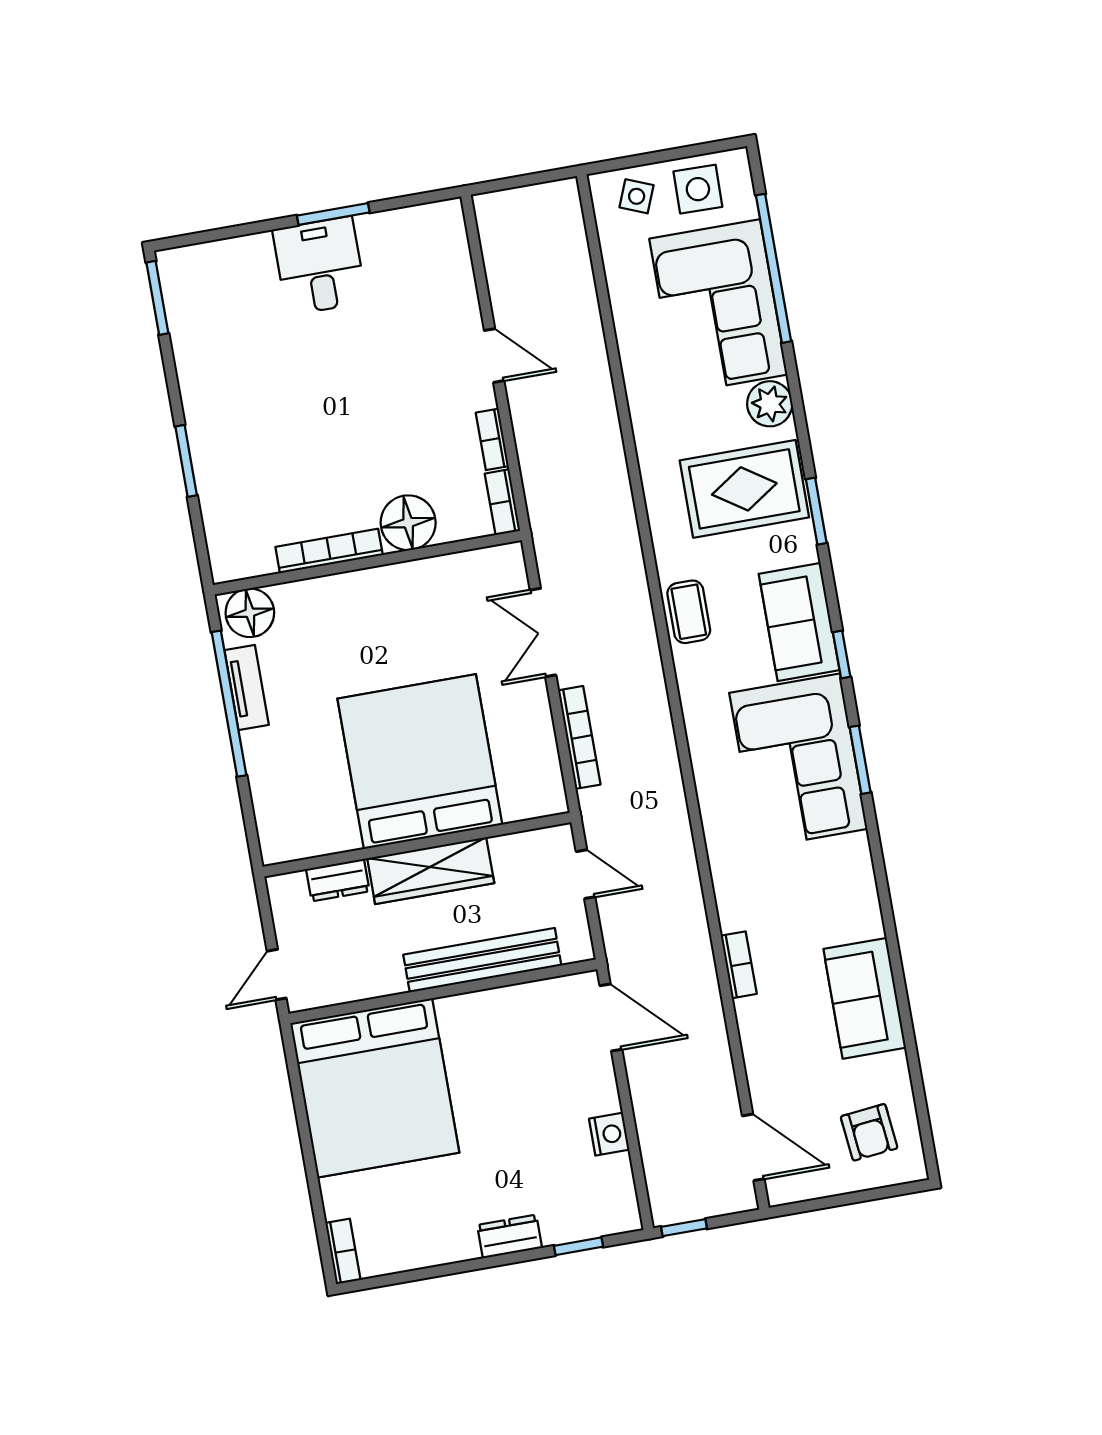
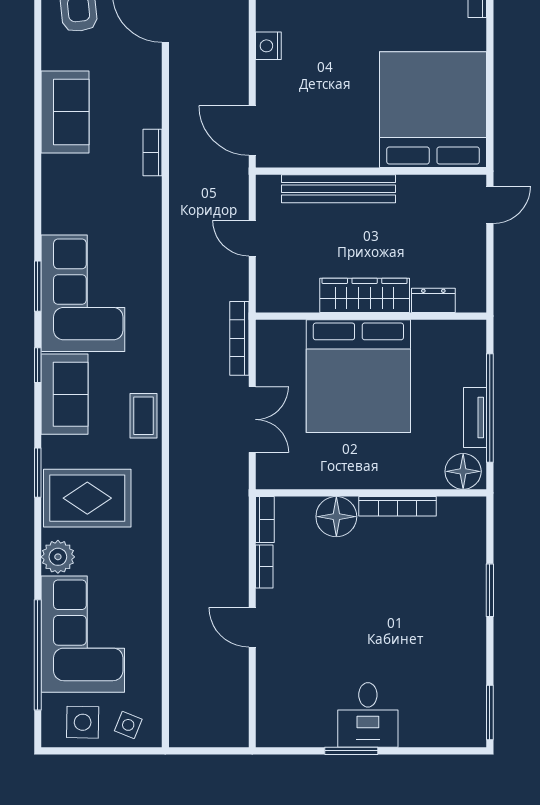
bed: (420, 762) -> (358, 376), moved
wall: (417, 845) -> (371, 316), moved
wardrobe: (431, 871) -> (365, 295), moved
dresser: (338, 880) -> (433, 300), moved

